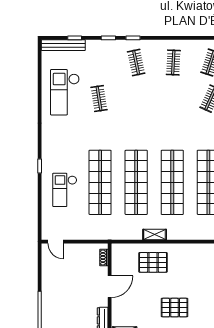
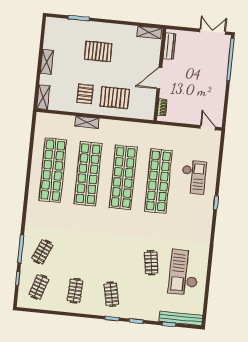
checkout: (65, 92) -> (184, 272), turned 180
shelving: (155, 235) -> (87, 122), moved
pallet: (184, 263) -> (85, 94), added

